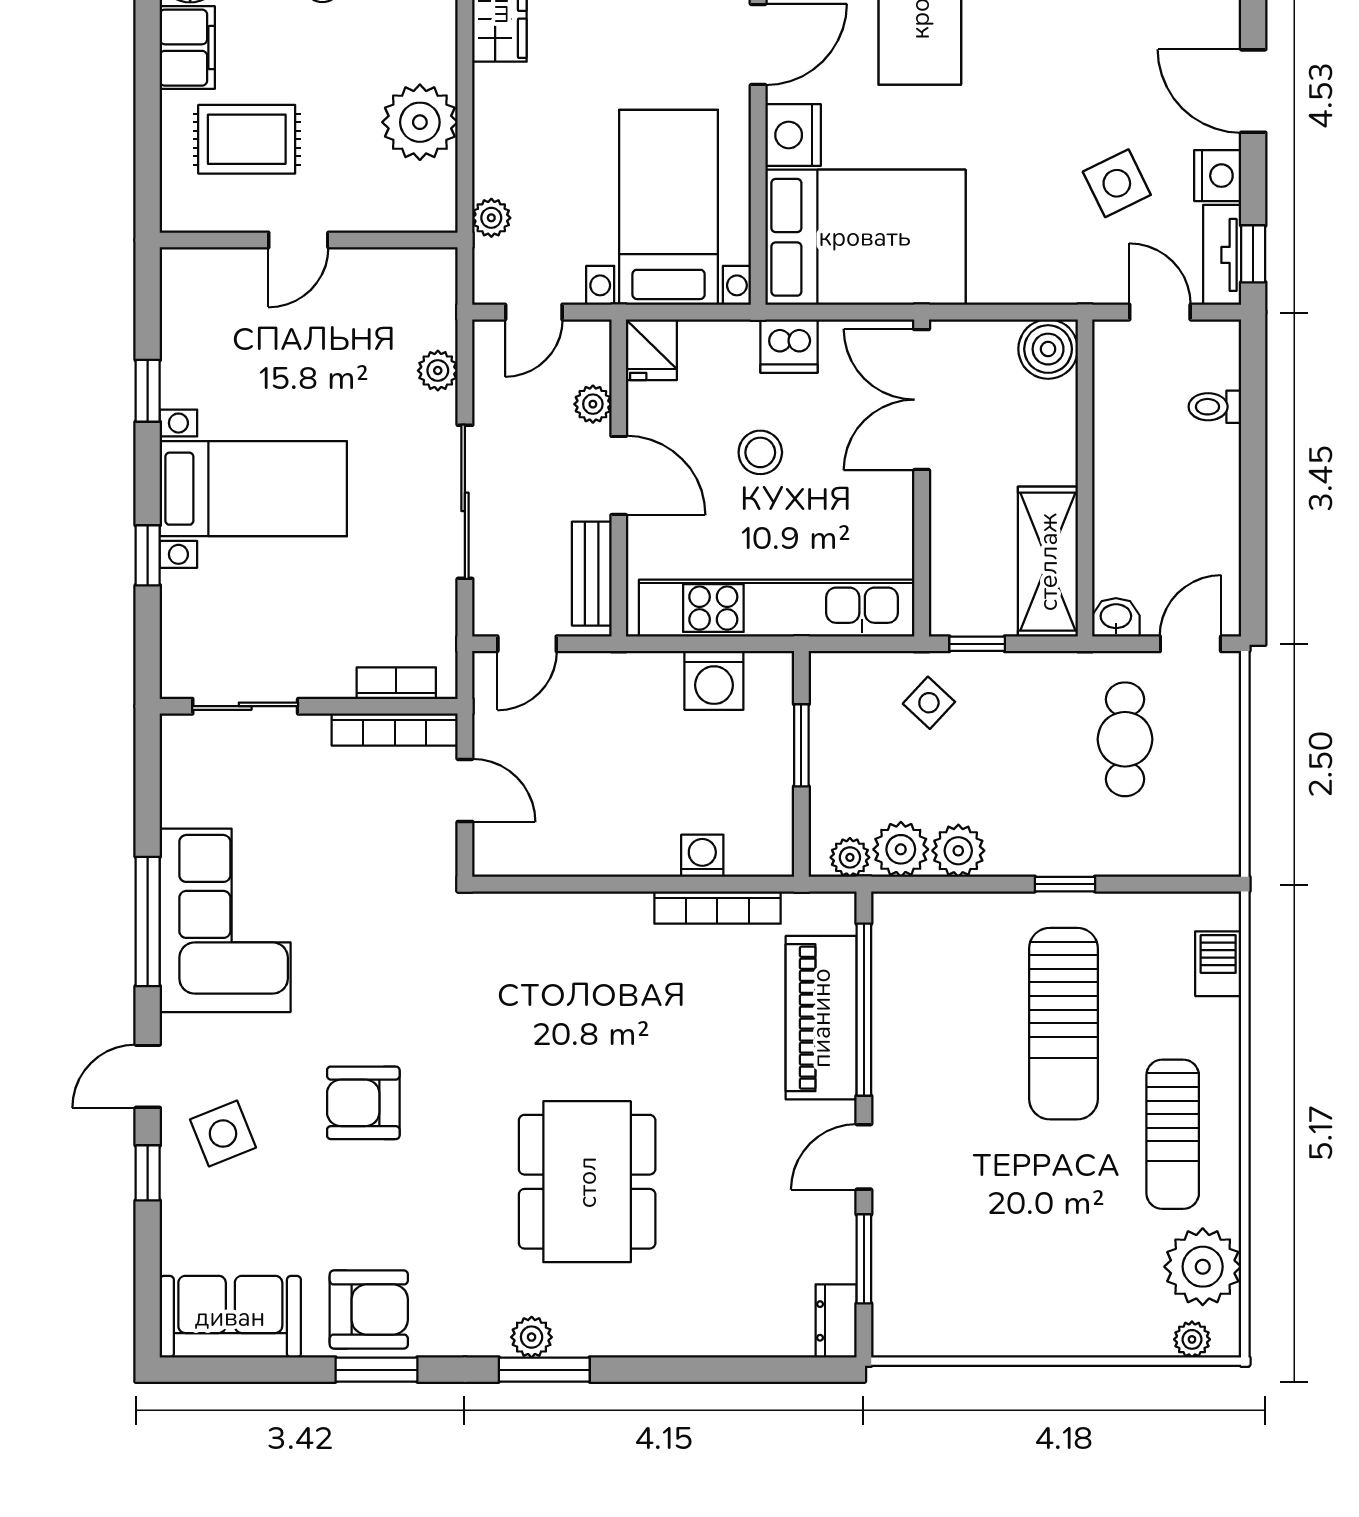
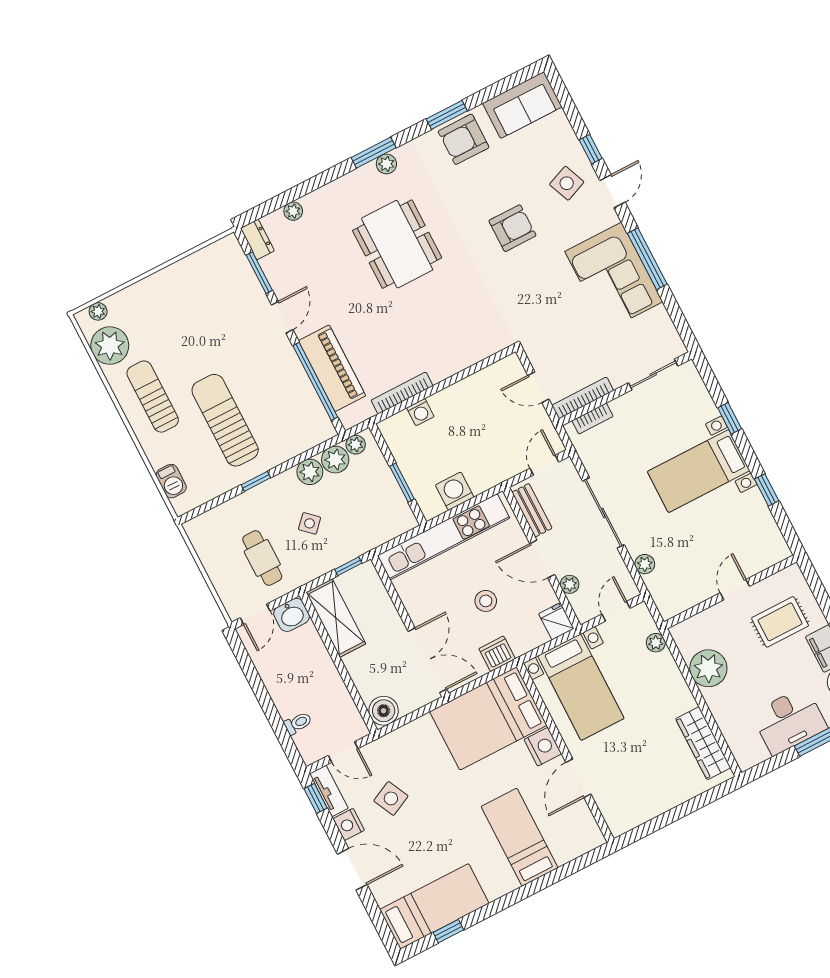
washbasin: (1116, 617) -> (292, 615), width x1.38, depth x1.45
side table: (929, 703) -> (310, 523), moved
plant: (745, 1339) -> (293, 211), added

